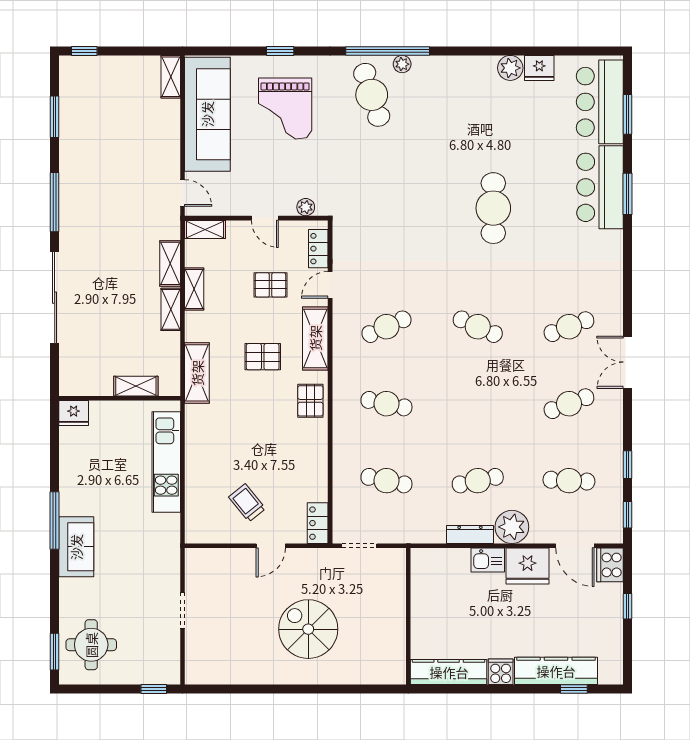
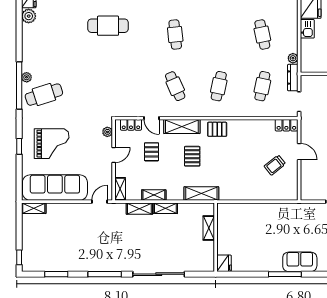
cafe table: (478, 327) -> (175, 35), turned -30
kitchen unit: (166, 462) -> (252, 211), removed
plant: (512, 527) -> (293, 58), moved, width x0.53, depth x0.53
dresser: (470, 534) -> (293, 78), moved

